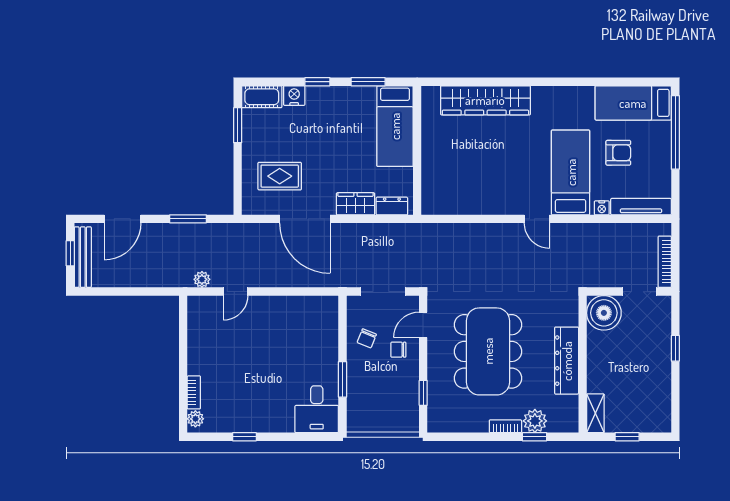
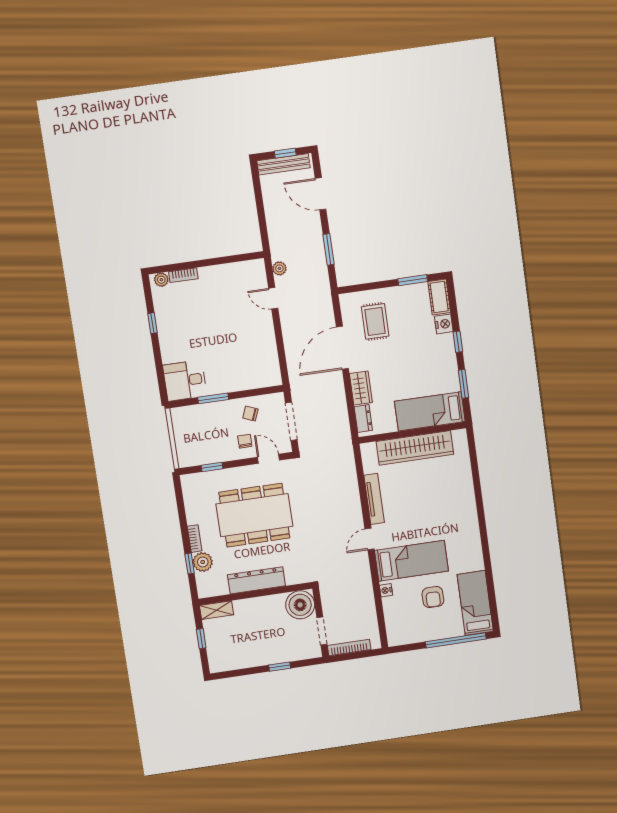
wardrobe: (485, 100) -> (415, 448), moved, turned -90
tv unit: (641, 207) -> (374, 499), moved

